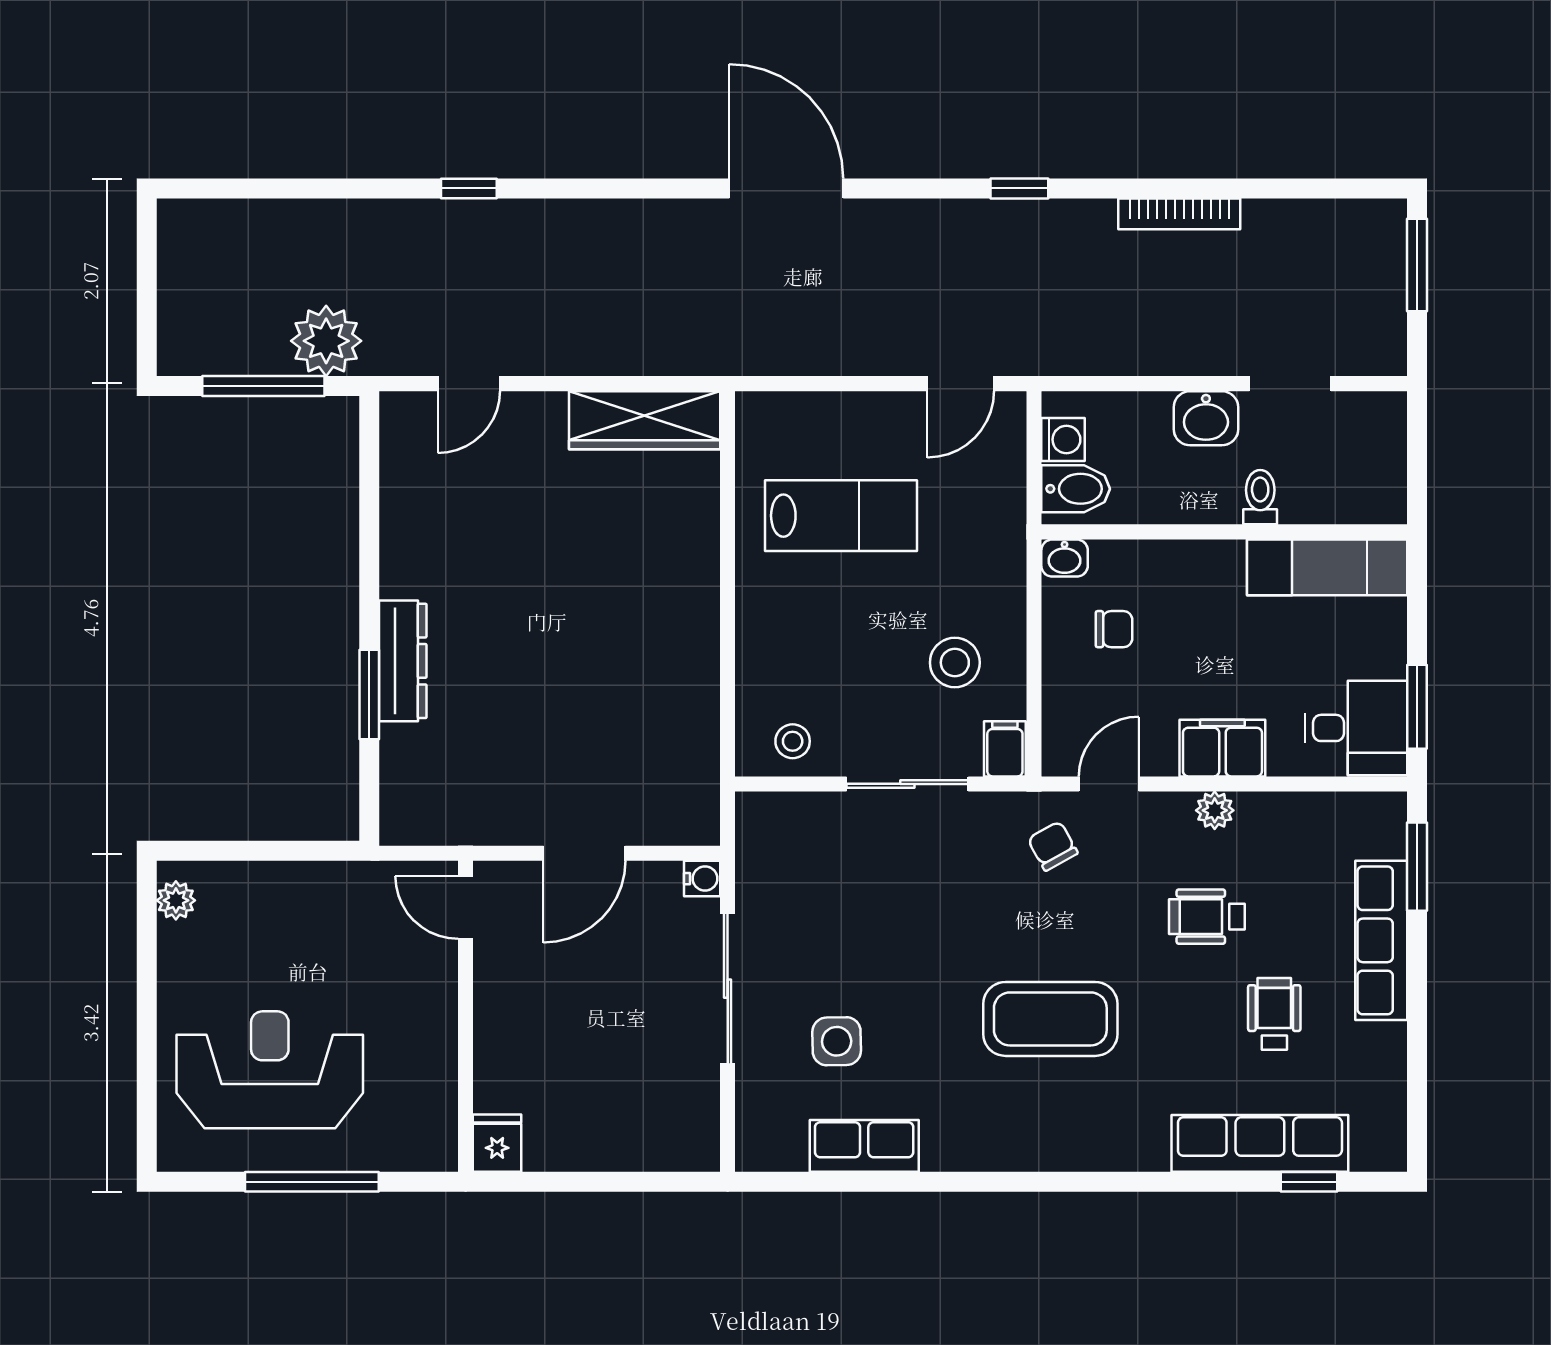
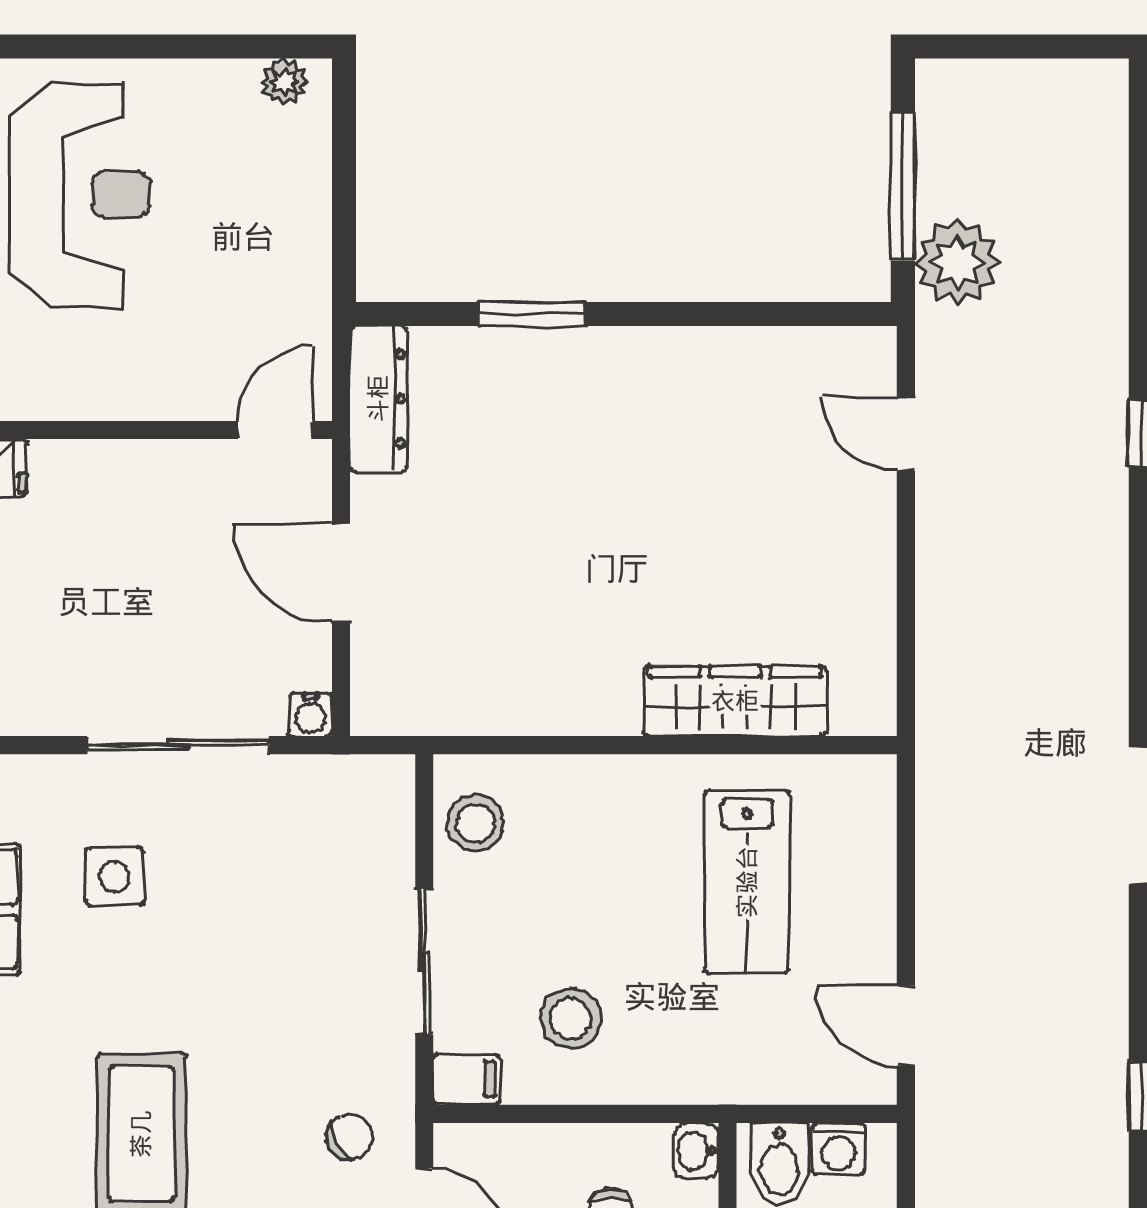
wardrobe: (645, 420) -> (735, 701), moved, turned 90
dresser: (403, 661) -> (378, 399), moved, turned -90
stool: (793, 741) -> (476, 823), width x1.37, depth x1.37

